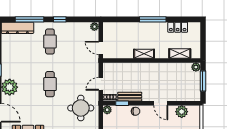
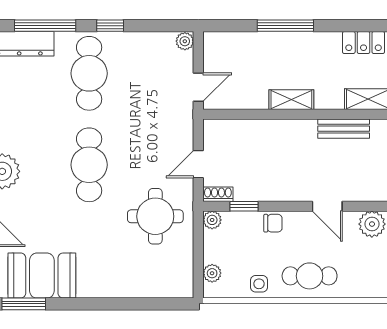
window: (153, 19) -> (285, 26), moved
cafe table: (50, 42) -> (89, 73), width x1.37, depth x1.35
door: (101, 48) -> (198, 87), swing flipped
cafe table: (50, 84) -> (89, 165), width x1.37, depth x1.35
bench: (130, 97) -> (344, 129), moved

